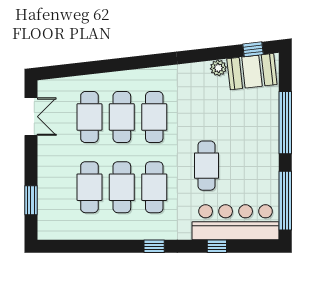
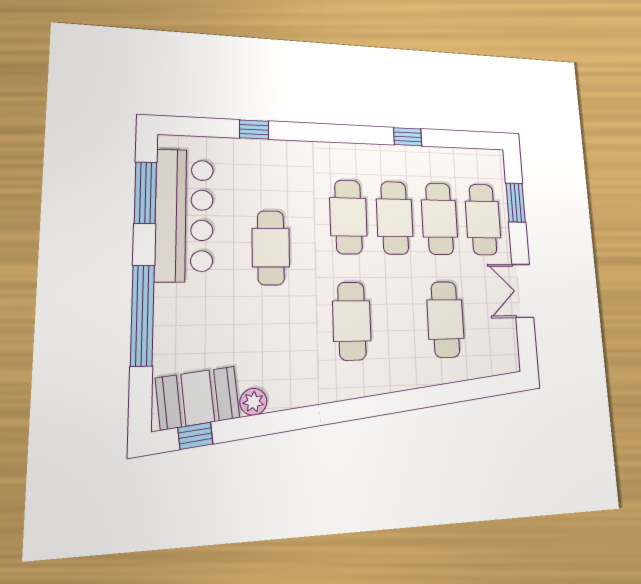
double door: (31, 117) -> (523, 291), moved
cafe table: (122, 117) -> (483, 219), moved
window: (285, 201) -> (145, 193), width x0.68
bar counter: (236, 222) -> (184, 215), moved, turned -90
window: (154, 246) -> (408, 137), moved

